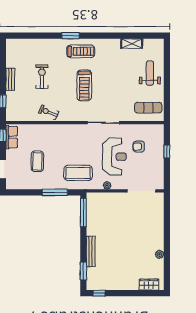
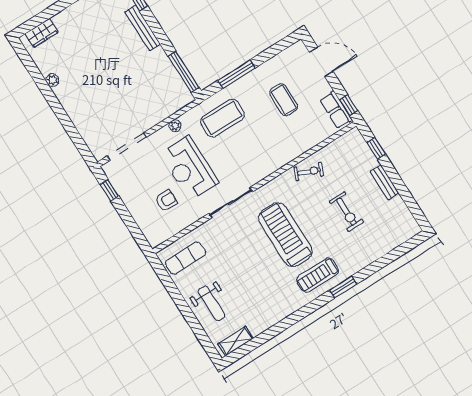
shelving: (132, 44) -> (236, 341), moved
treadmill: (84, 85) -> (285, 235), width x1.37, depth x1.38
window: (167, 151) -> (109, 190), moved

